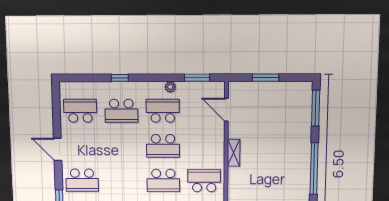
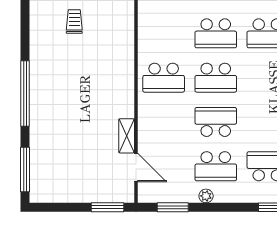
window: (266, 78) -> (108, 207), moved
shelving: (234, 153) -> (127, 136), moved
school desk: (163, 180) -> (216, 78), turned 180

